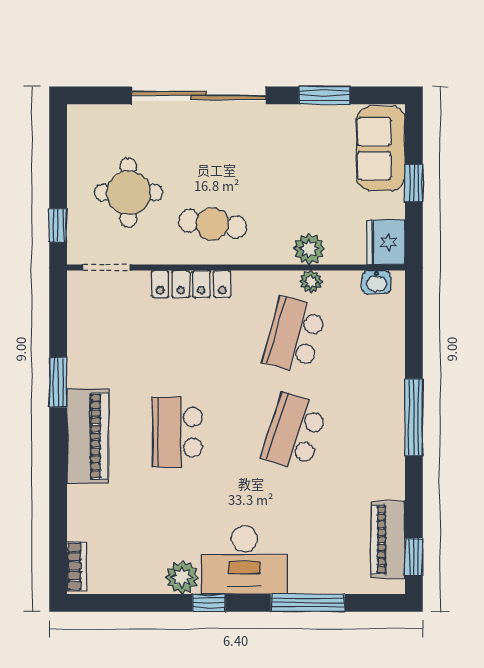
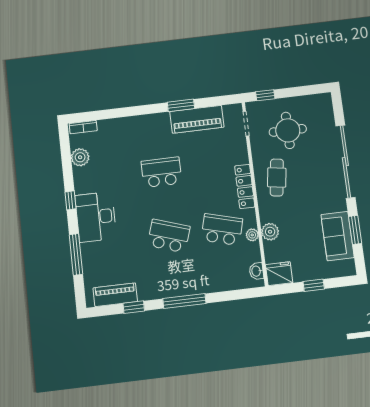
sofa: (381, 149) -> (337, 236), moved, turned -90
locker: (191, 284) -> (245, 186), moved
piano: (88, 436) -> (197, 119), moved
window: (414, 557) -> (134, 307), moved
plant: (182, 577) -> (80, 157), moved

